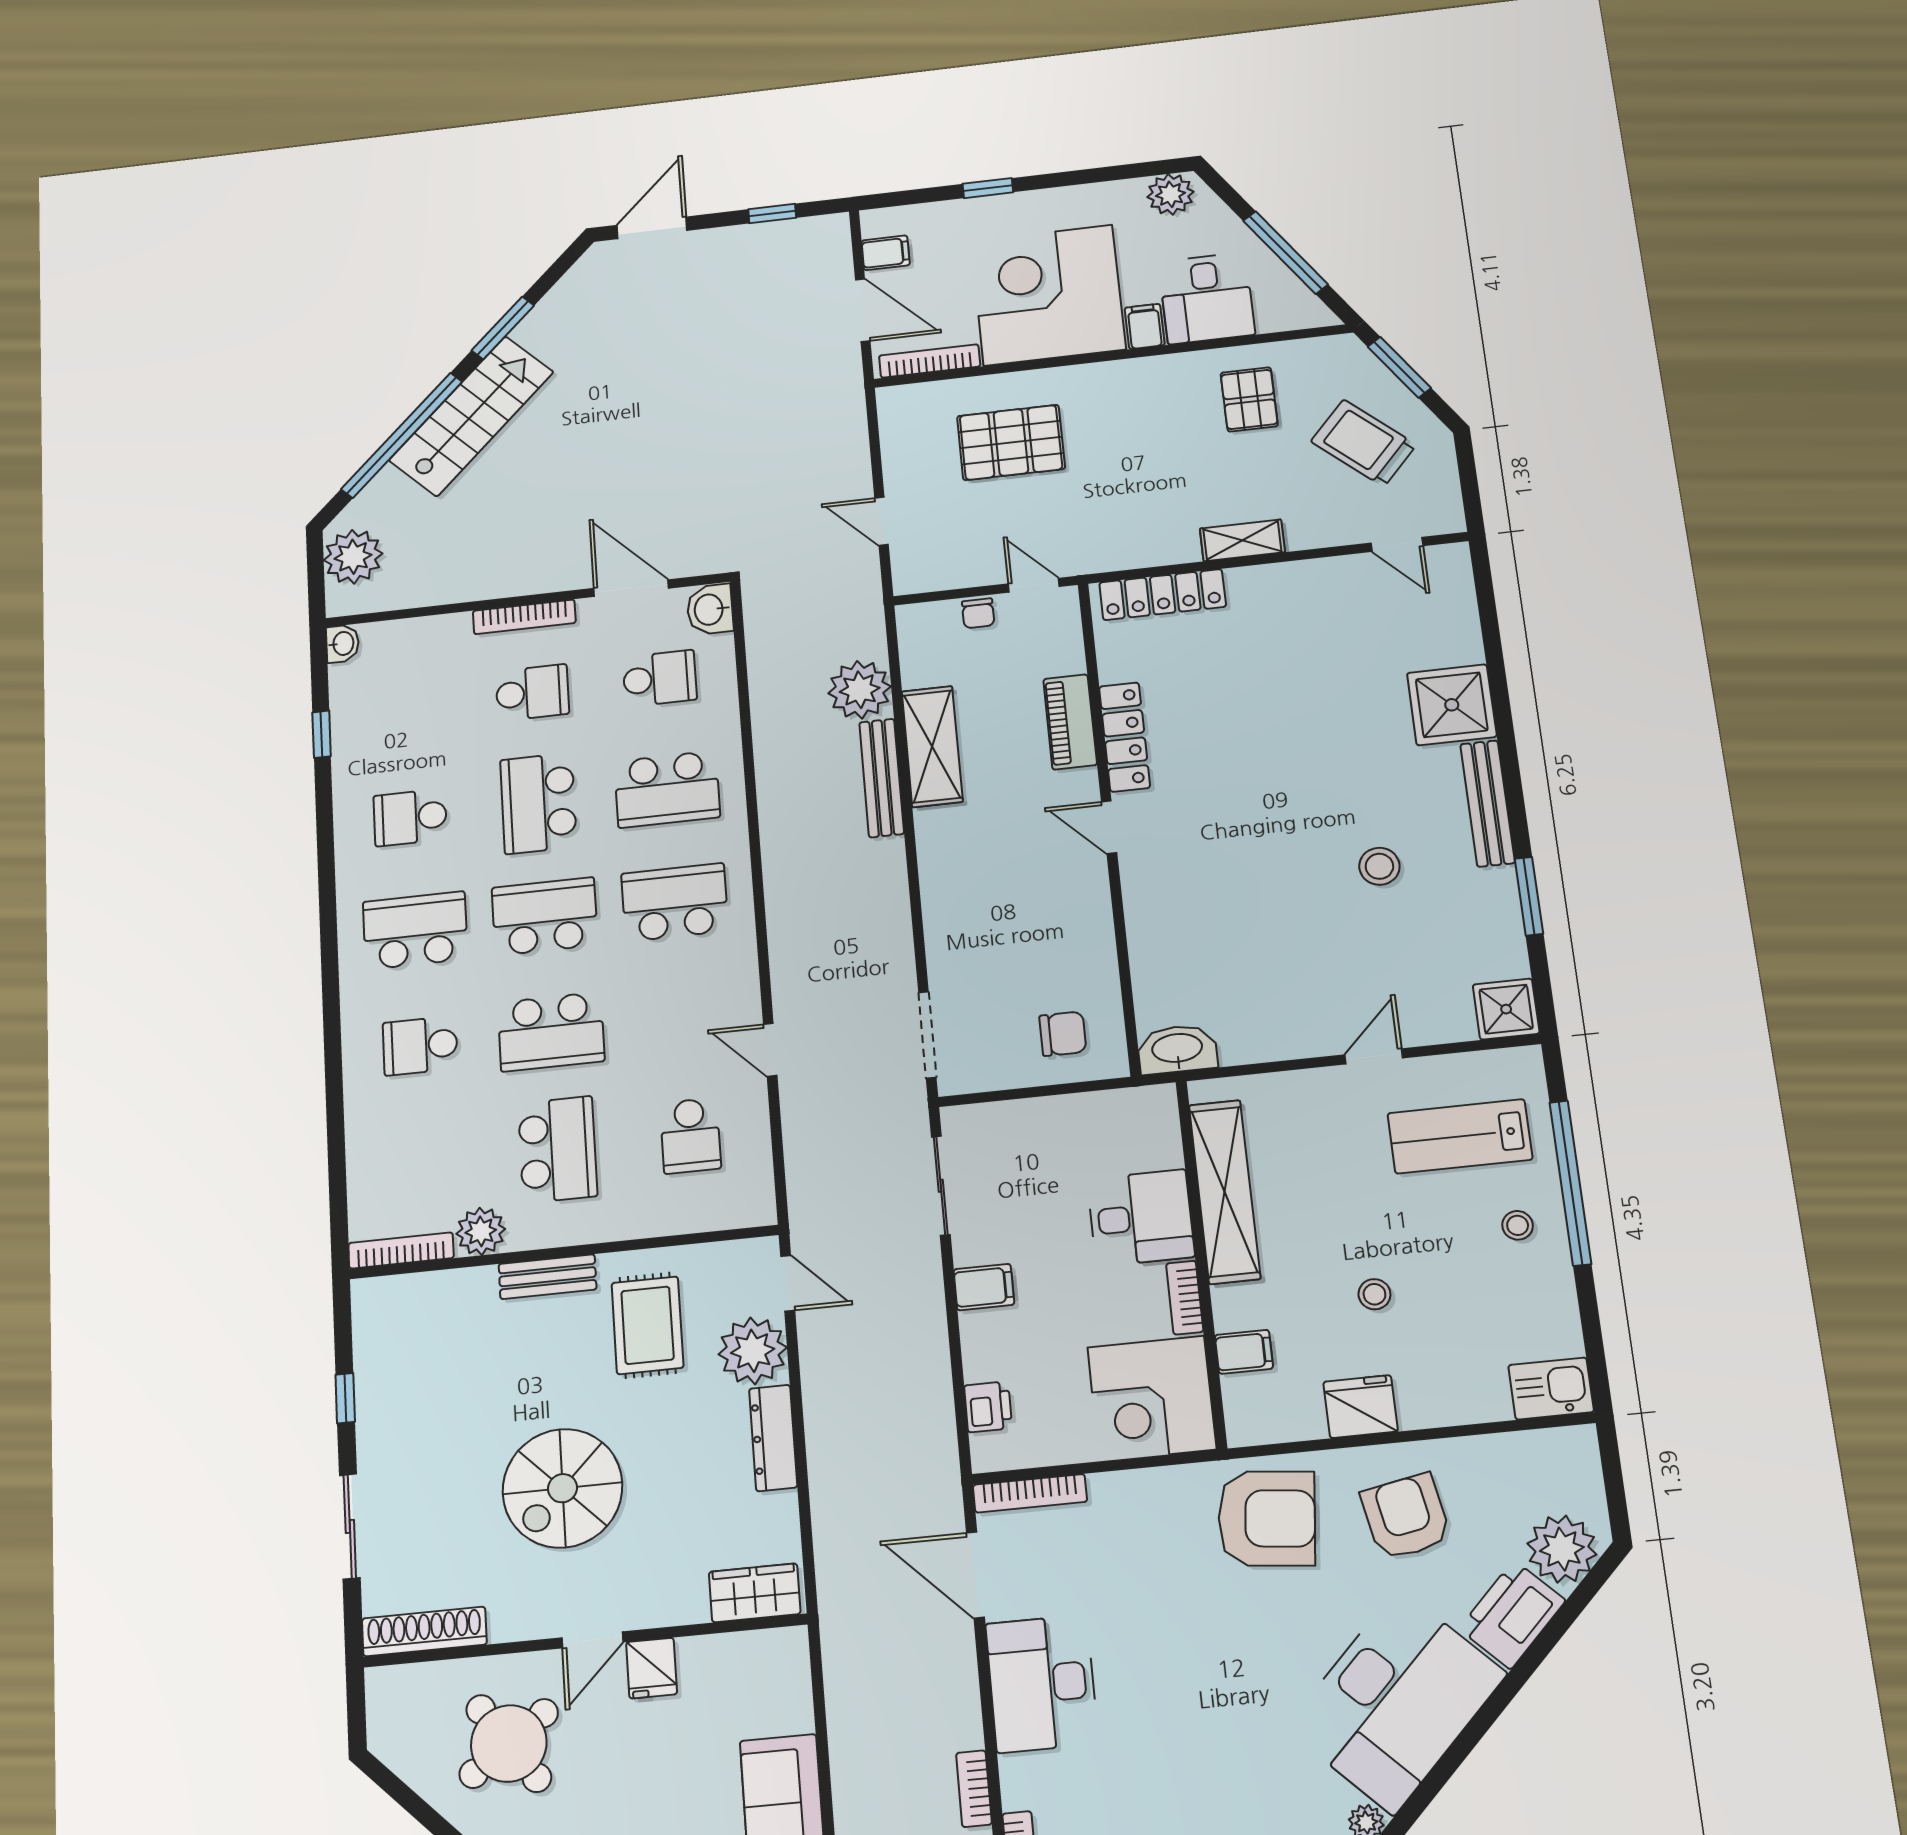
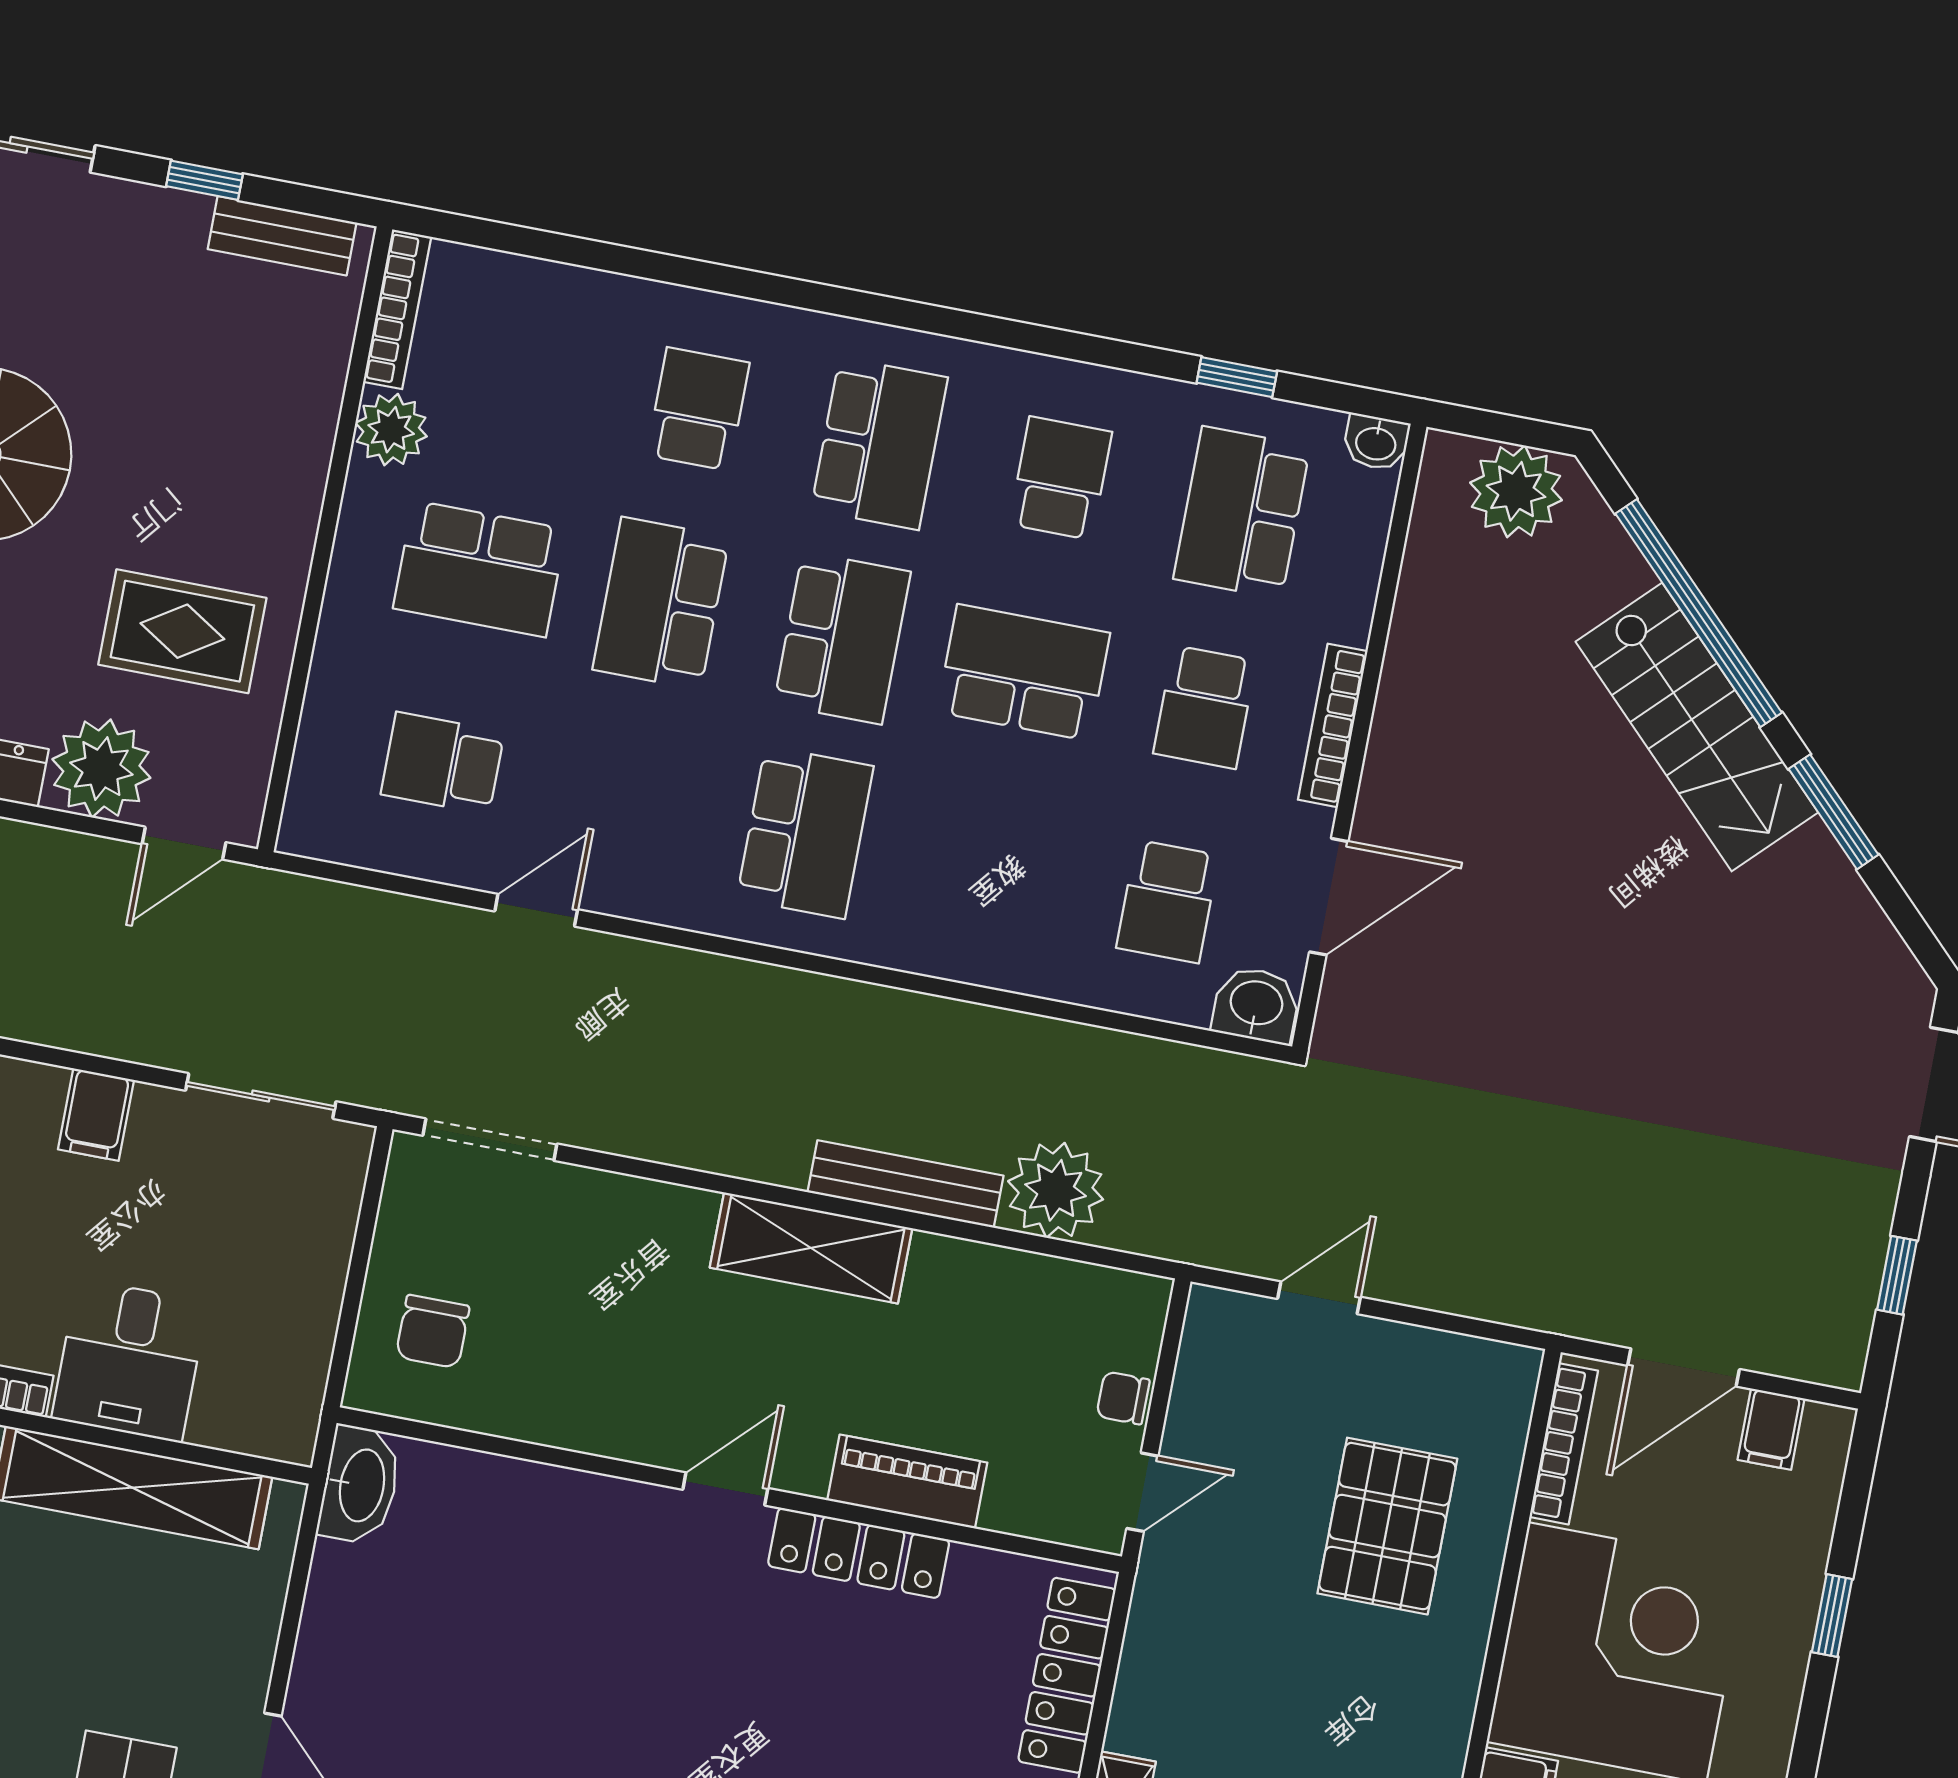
shelving: (932, 746) -> (811, 1248), moved
school desk: (667, 789) -> (1242, 513), moved
bench: (547, 1277) -> (282, 236), moved, turned 90

